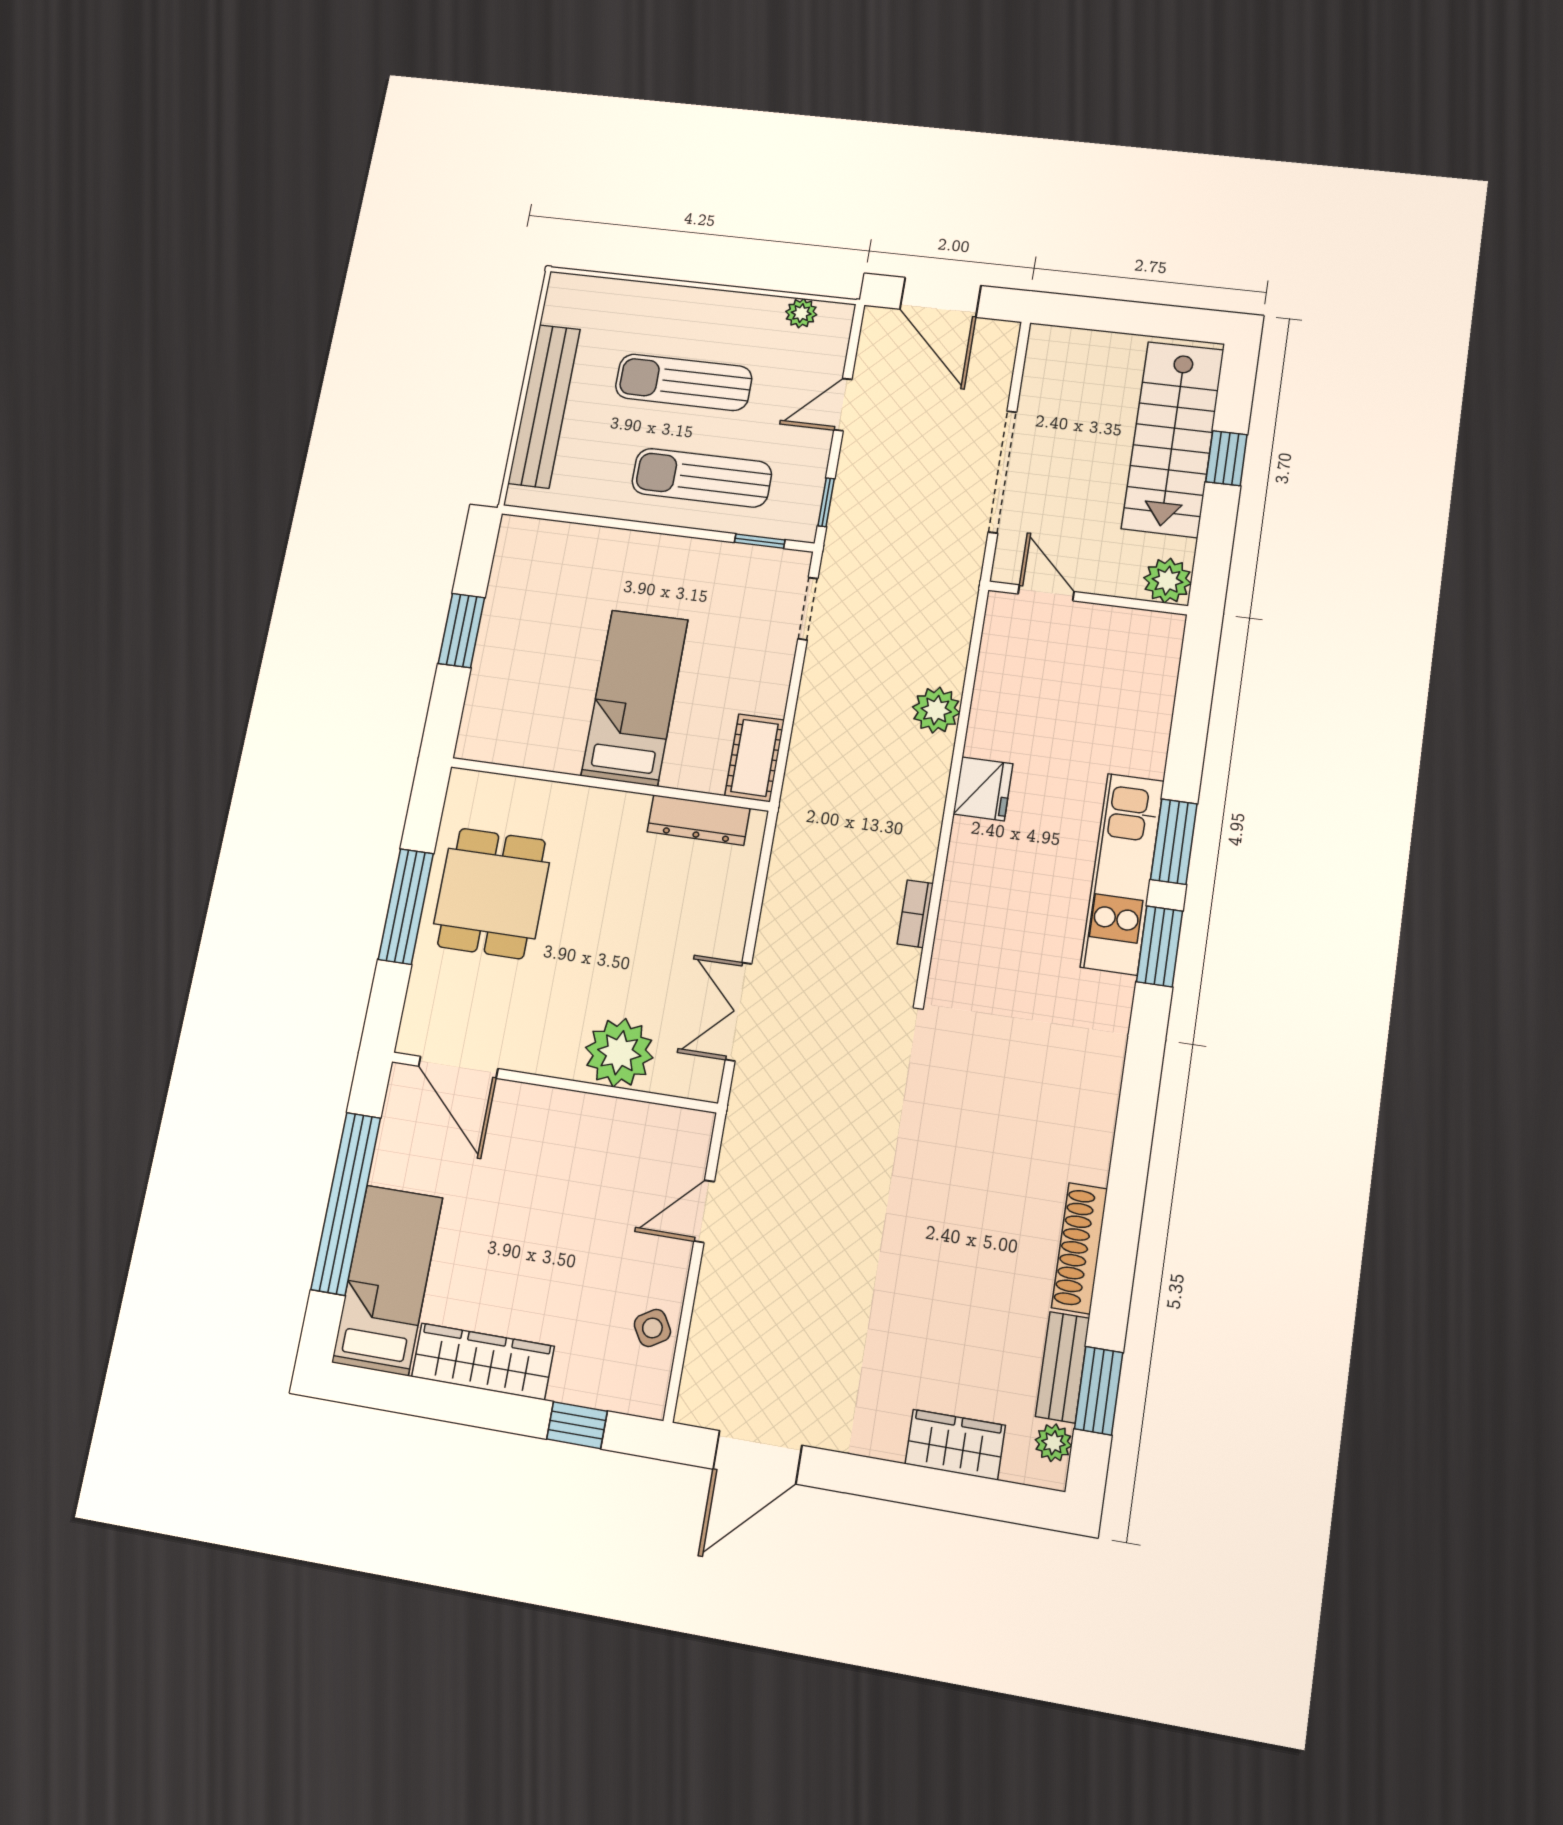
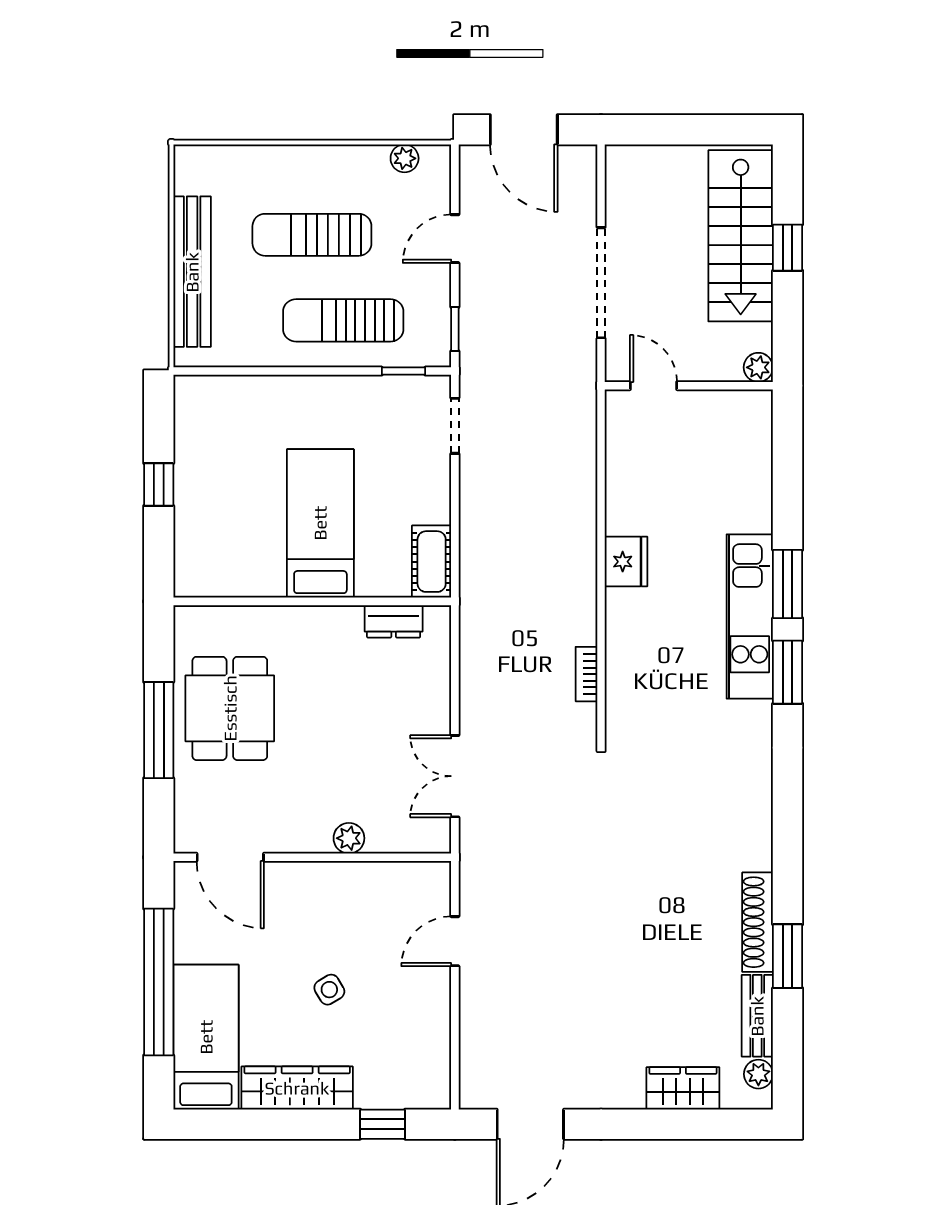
plant: (1167, 581) -> (758, 367), width x0.73, depth x0.73
window: (462, 631) -> (159, 484), width x0.67
plant: (936, 710) -> (577, 500), removed
dresser: (699, 820) -> (394, 621), width x0.70
plant: (619, 1053) -> (349, 838), width x0.53, depth x0.53
side table: (652, 1328) -> (329, 990), moved
window: (1099, 1391) -> (788, 956), moved

